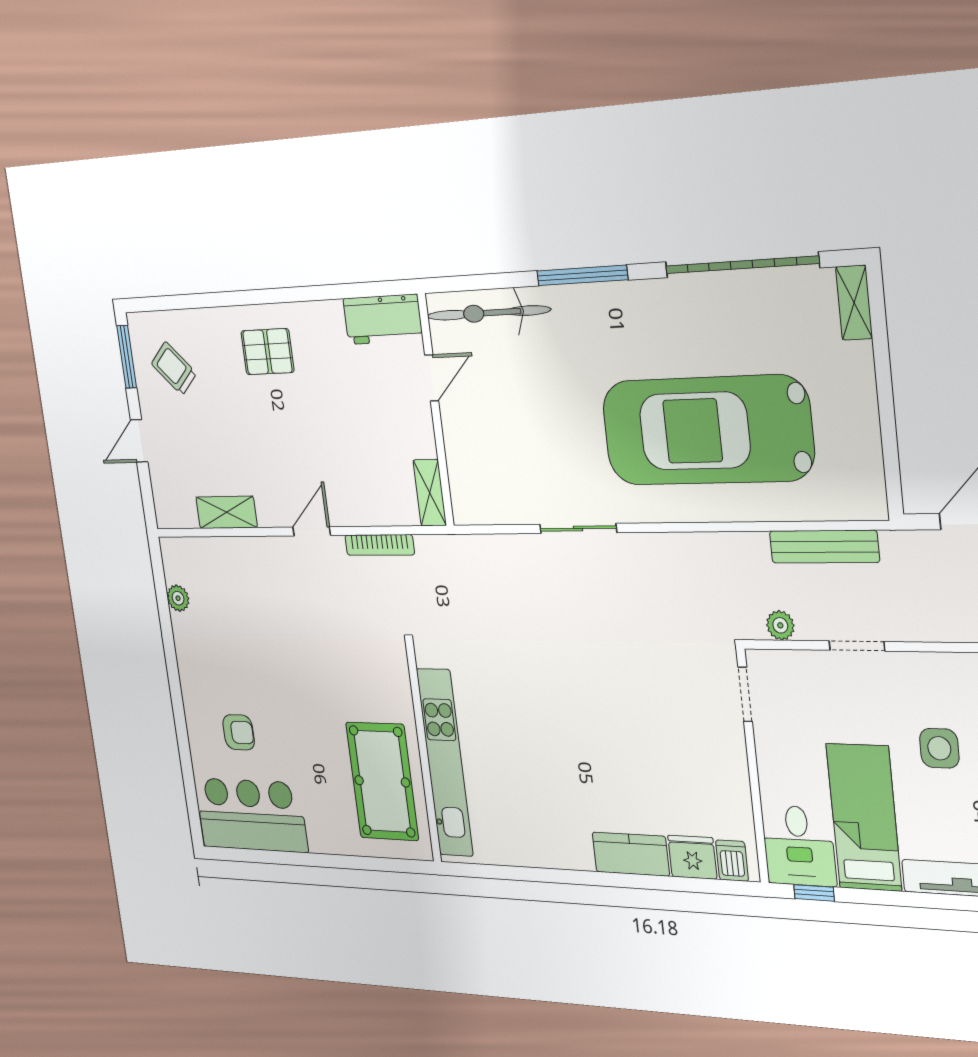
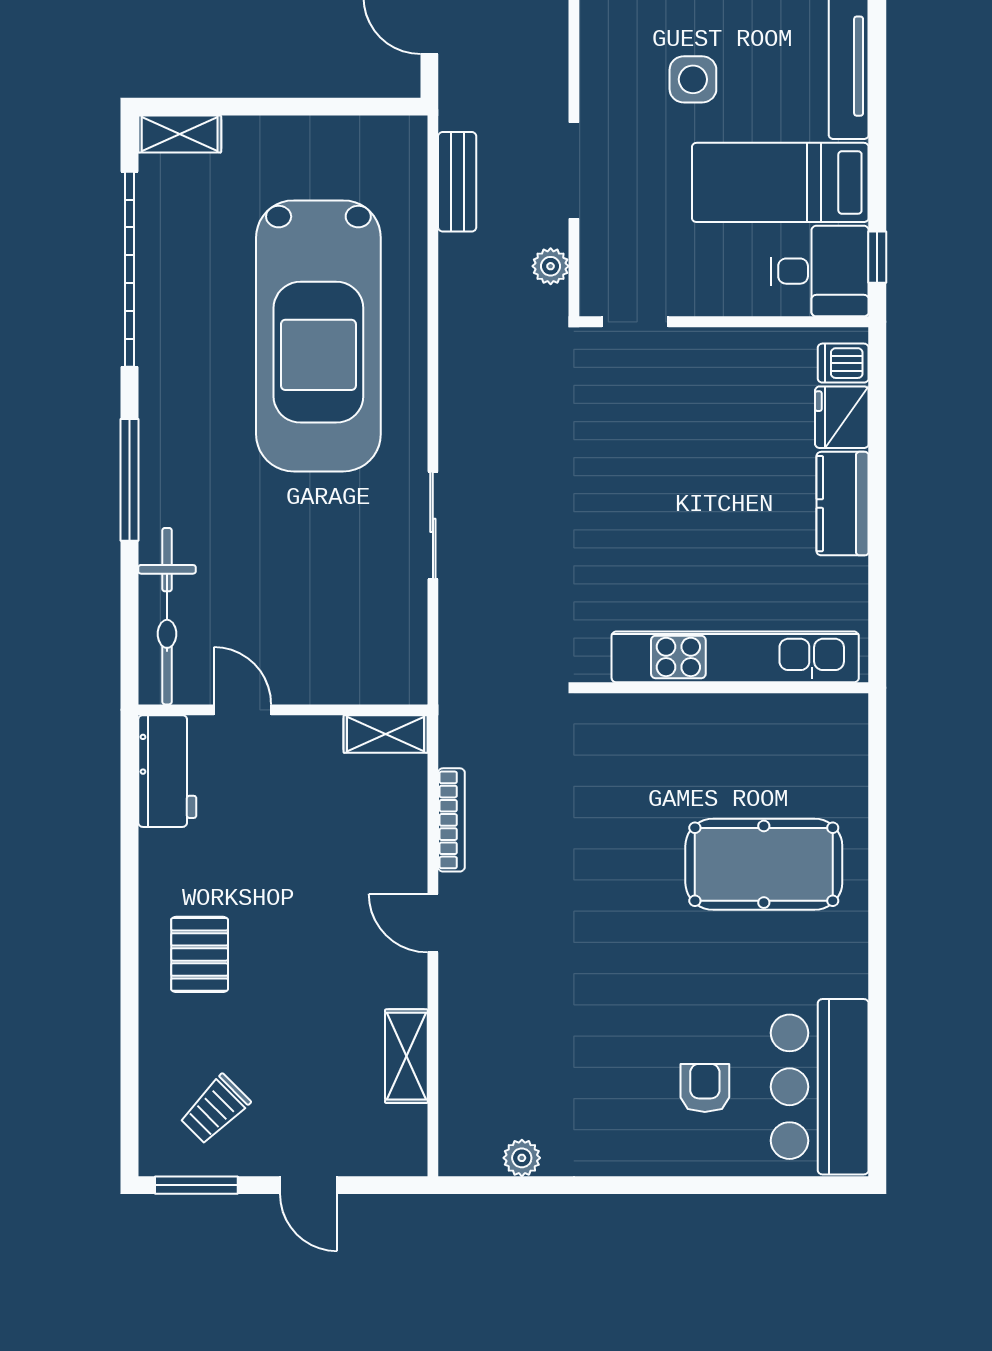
bench: (824, 547) -> (457, 182), width x0.73
doorway: (857, 646) -> (574, 171), width x1.38
wall: (424, 753) -> (724, 688), moved
kitchen unit: (445, 763) -> (735, 657), moved

